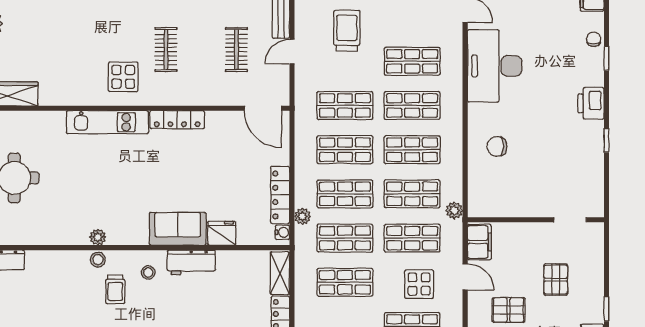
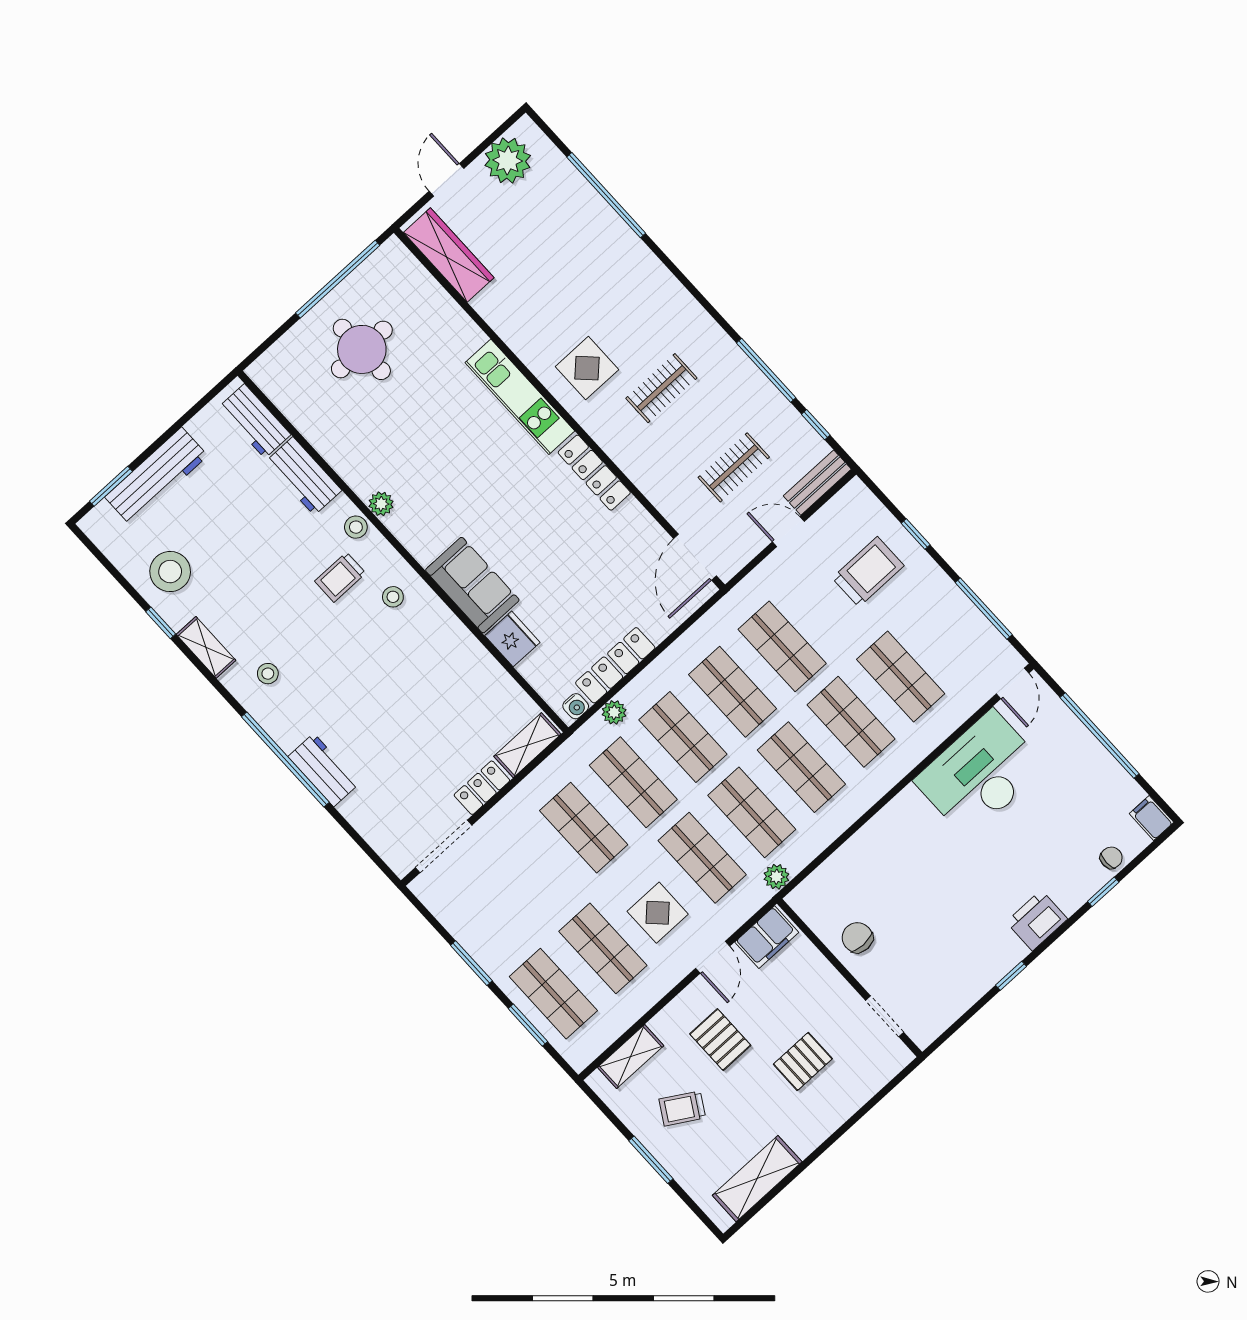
chair: (497, 146) -> (857, 938), moved
workbench: (191, 262) -> (304, 476), moved
window: (606, 309) -> (822, 1148), removed

